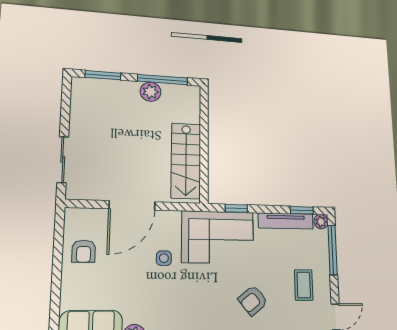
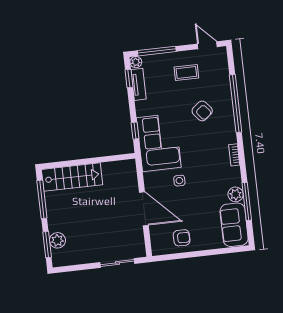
plant: (151, 92) -> (57, 240), moved
stairs: (186, 161) -> (72, 177), moved
tv unit: (286, 221) -> (139, 84), width x0.71

